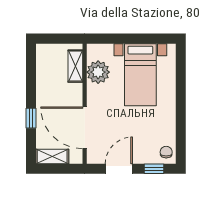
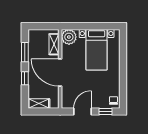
plant: (98, 72) -> (69, 37), moved
window: (31, 78) -> (25, 52), added
door: (85, 128) -> (60, 73), moved

